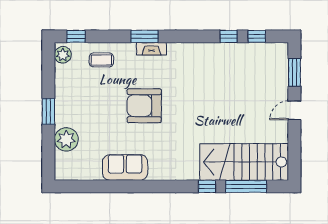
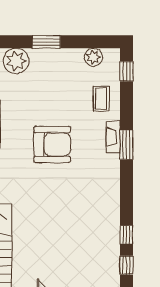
fireplace: (151, 49) -> (113, 137), moved
plant: (63, 55) -> (93, 57), moved
armchair: (144, 106) -> (52, 144), turned 90

